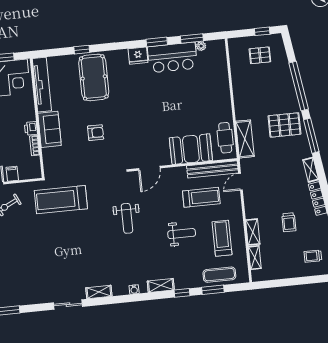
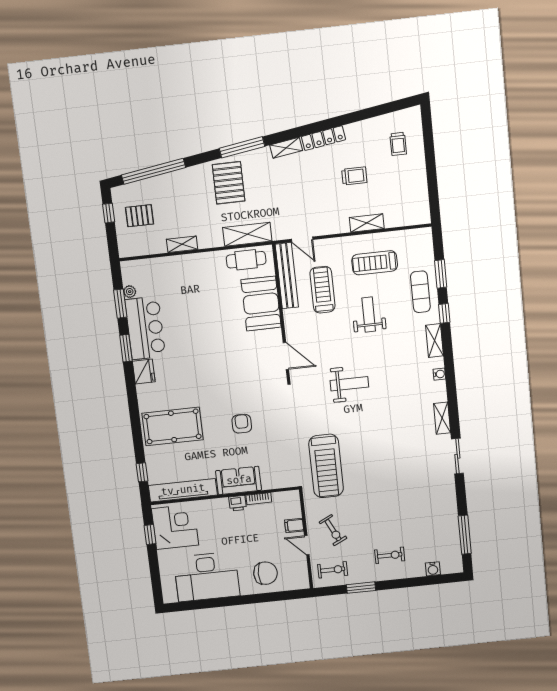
window: (82, 50) -> (142, 472), moved
pallet: (260, 55) -> (140, 216), turned 90
window: (299, 86) -> (154, 171), moved
shelving: (255, 258) -> (182, 244), moved
exercise mat: (219, 275) -> (420, 292), moved

